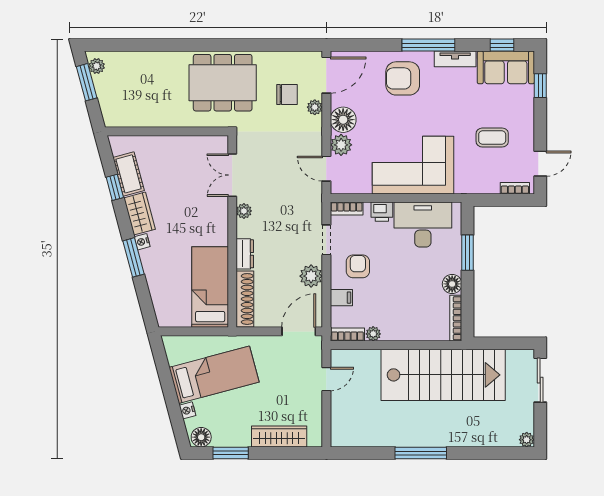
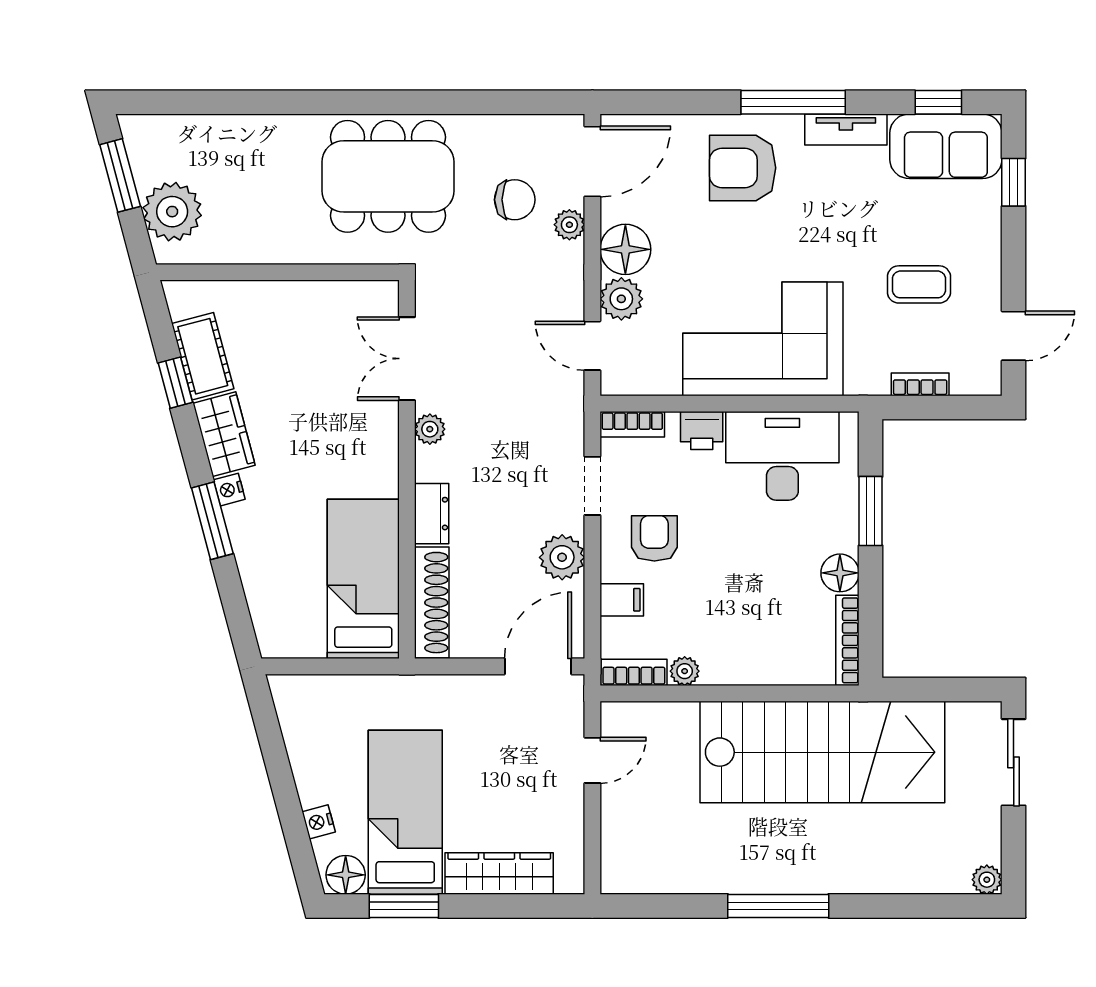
plant: (97, 66) -> (172, 212), moved, width x1.88, depth x1.88
bookcase: (515, 188) -> (920, 384), moved
bed: (214, 375) -> (405, 812), moved, turned -75

